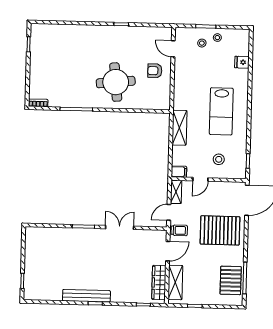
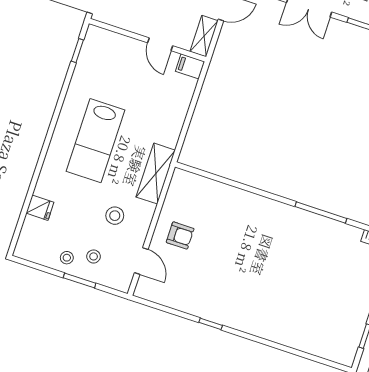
round table: (116, 82) -> (247, 236), removed
lab bench: (221, 111) -> (95, 141), turned 180
shelving: (179, 128) -> (156, 174), moved
stool: (219, 159) -> (115, 216), moved
door: (200, 179) -> (160, 44), swing flipped

